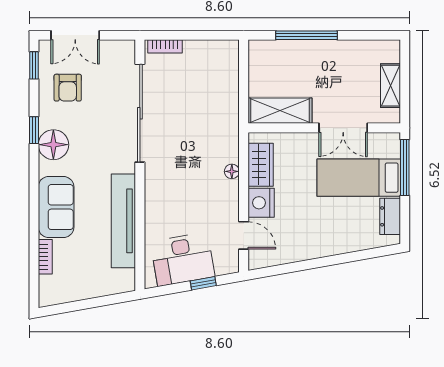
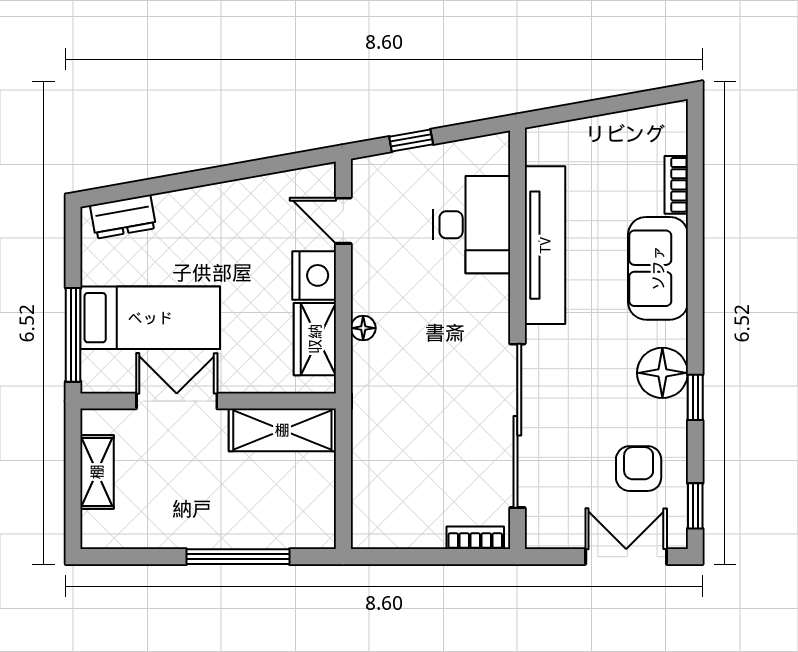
dresser: (390, 216) -> (123, 217), moved, turned 80
desk: (183, 259) -> (472, 225), moved, turned 100

